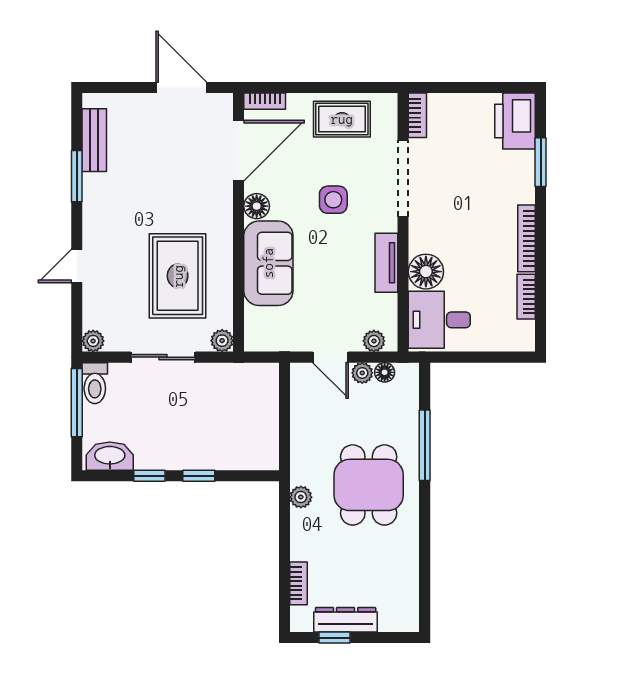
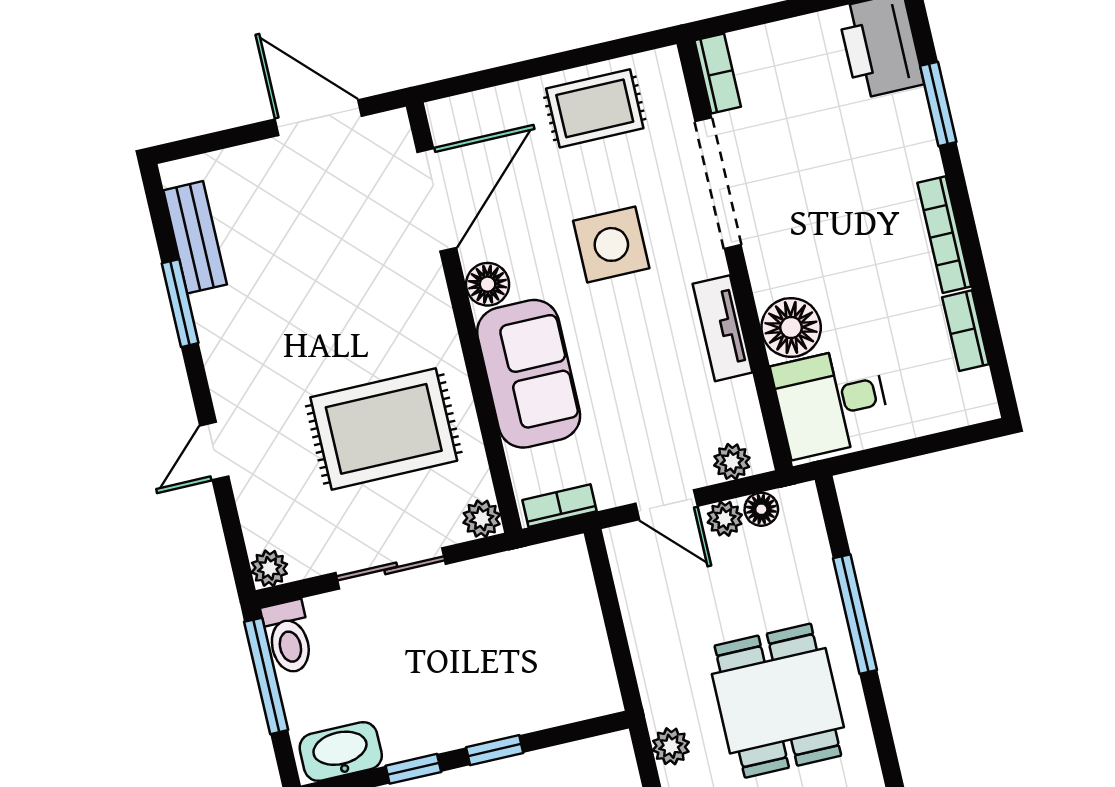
bookcase: (265, 101) -> (559, 506), moved, turned 180
side table: (333, 200) -> (611, 244), width x1.37, depth x1.37
rug: (178, 276) -> (384, 429), turned 90

